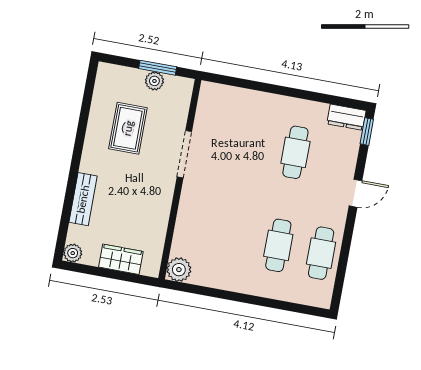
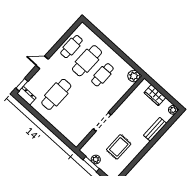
cafe table: (295, 152) -> (56, 94), width x1.37, depth x1.35
cafe table: (236, 237) -> (102, 75), added
cafe table: (278, 245) -> (87, 61), width x1.37, depth x1.35

